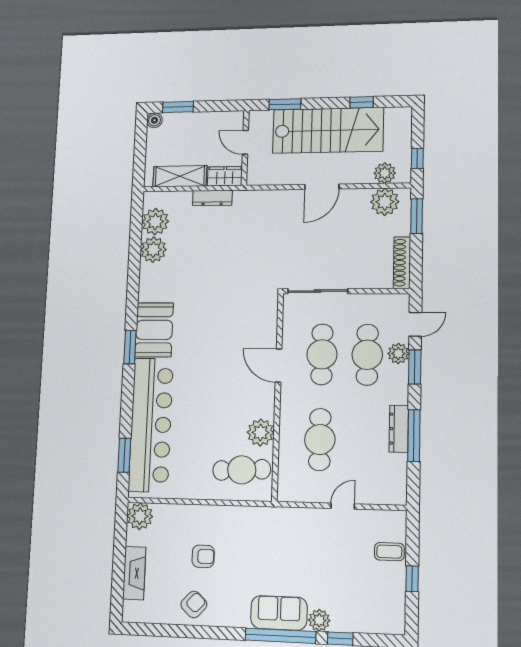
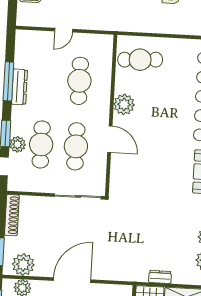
door: (322, 187) -> (72, 280), width x1.36
dresser: (212, 198) -> (160, 277), width x0.70
plant: (261, 432) -> (124, 104), moved

